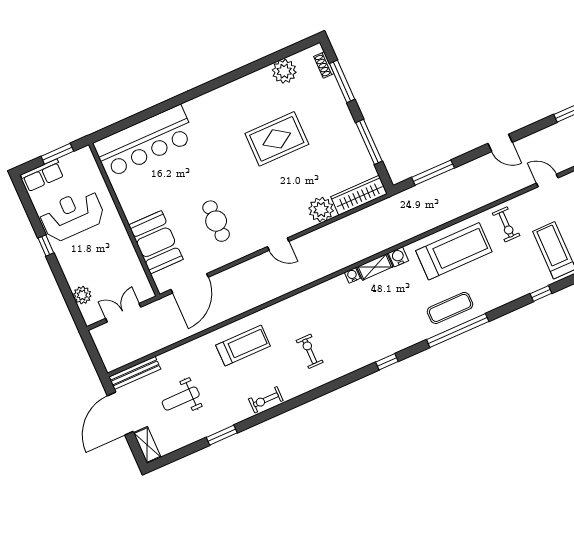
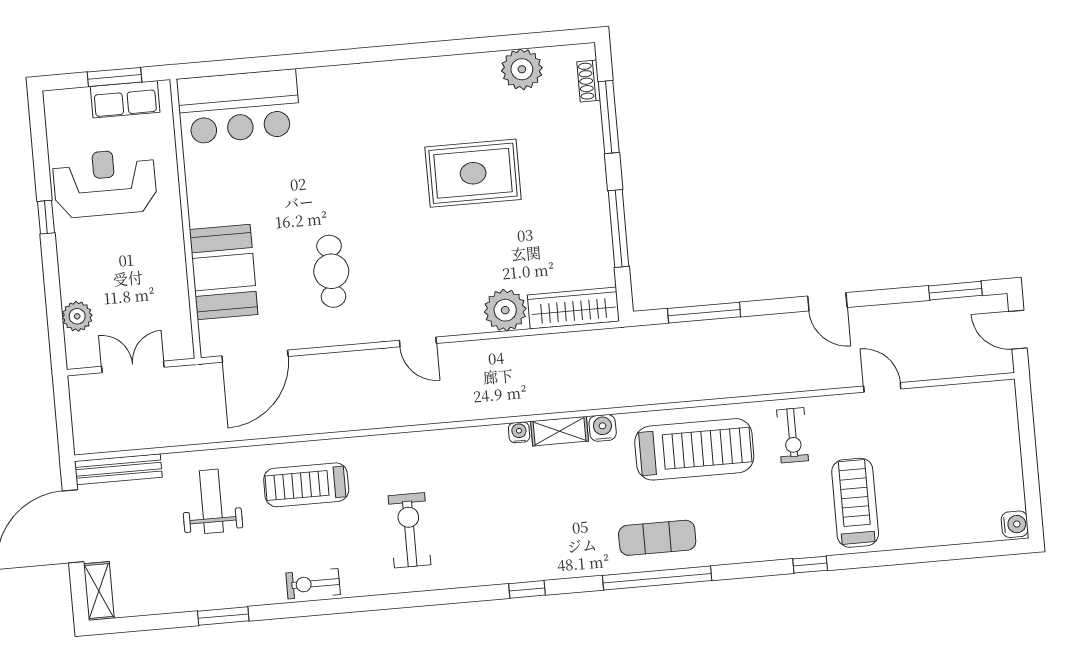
bar counter: (144, 141) -> (239, 107), width x0.73
row of seats: (43, 175) -> (125, 99), moved
treadmill: (243, 346) -> (306, 485), turned 180
exercise bike: (310, 351) -> (409, 530), width x1.38, depth x1.39
weight bench: (181, 399) -> (211, 501), moved, turned 90

